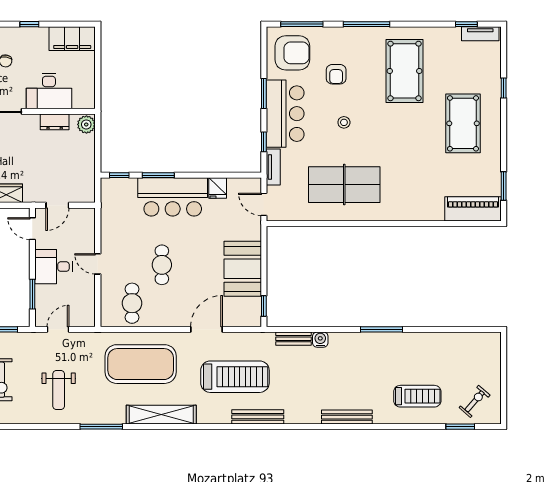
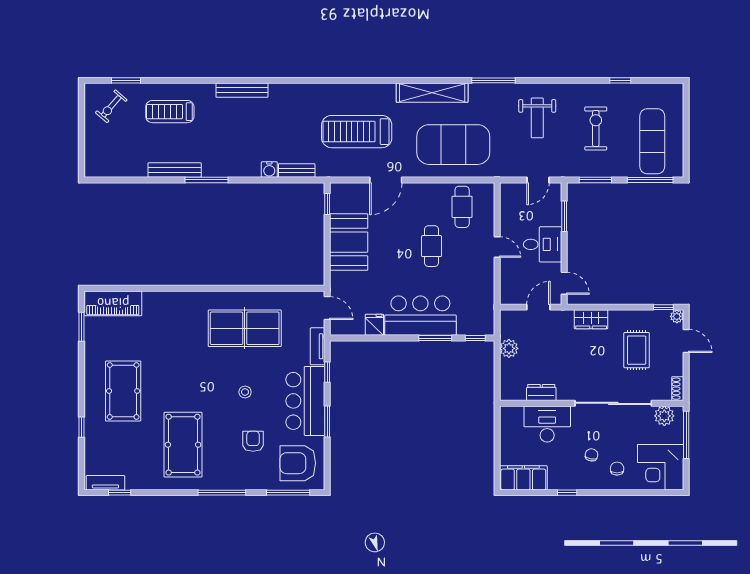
plant: (86, 124) -> (509, 348), moved
weight bench: (59, 390) -> (537, 118), turned 180
bench: (258, 417) -> (175, 170), moved

